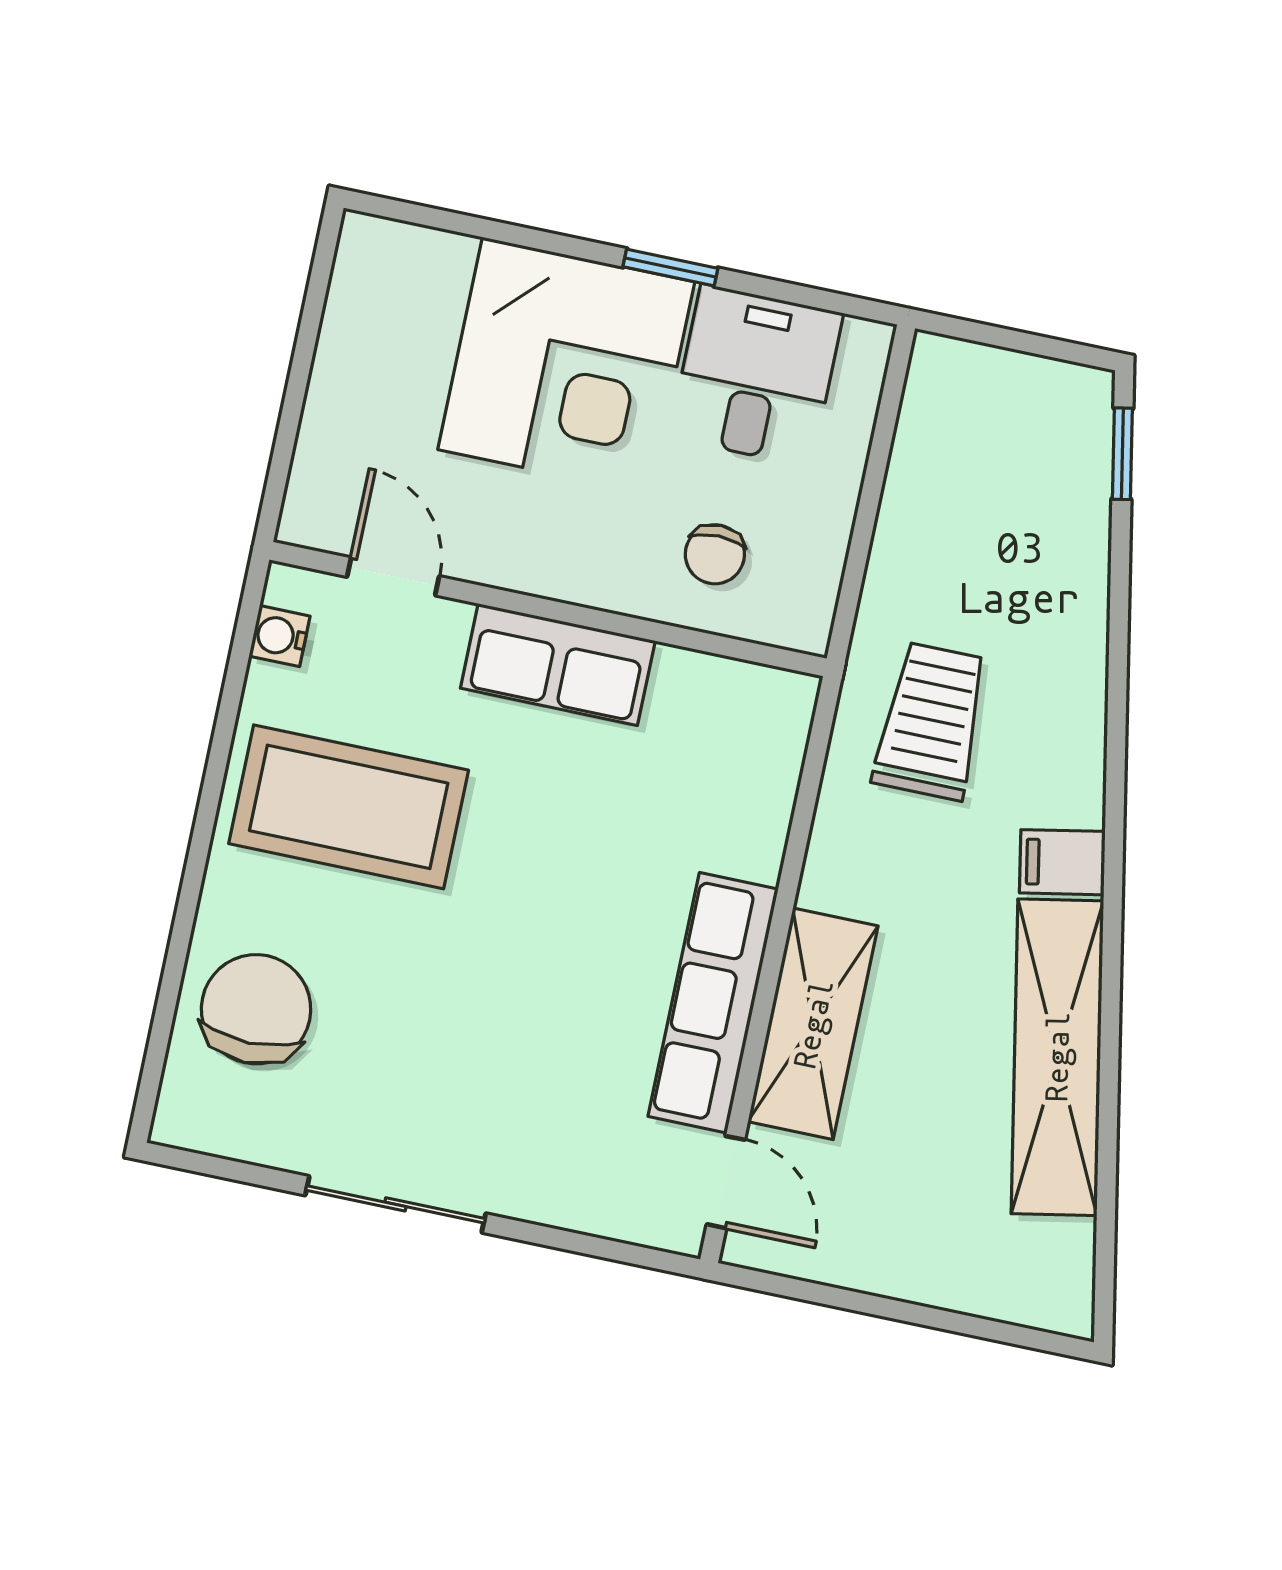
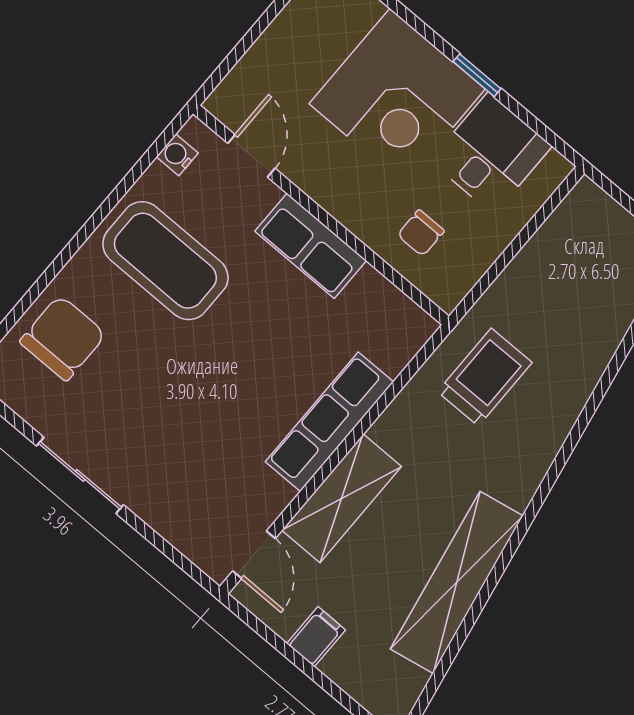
filing cabinet: (1062, 862) -> (316, 637), moved, turned 101
row of seats: (713, 1003) -> (329, 422), moved

